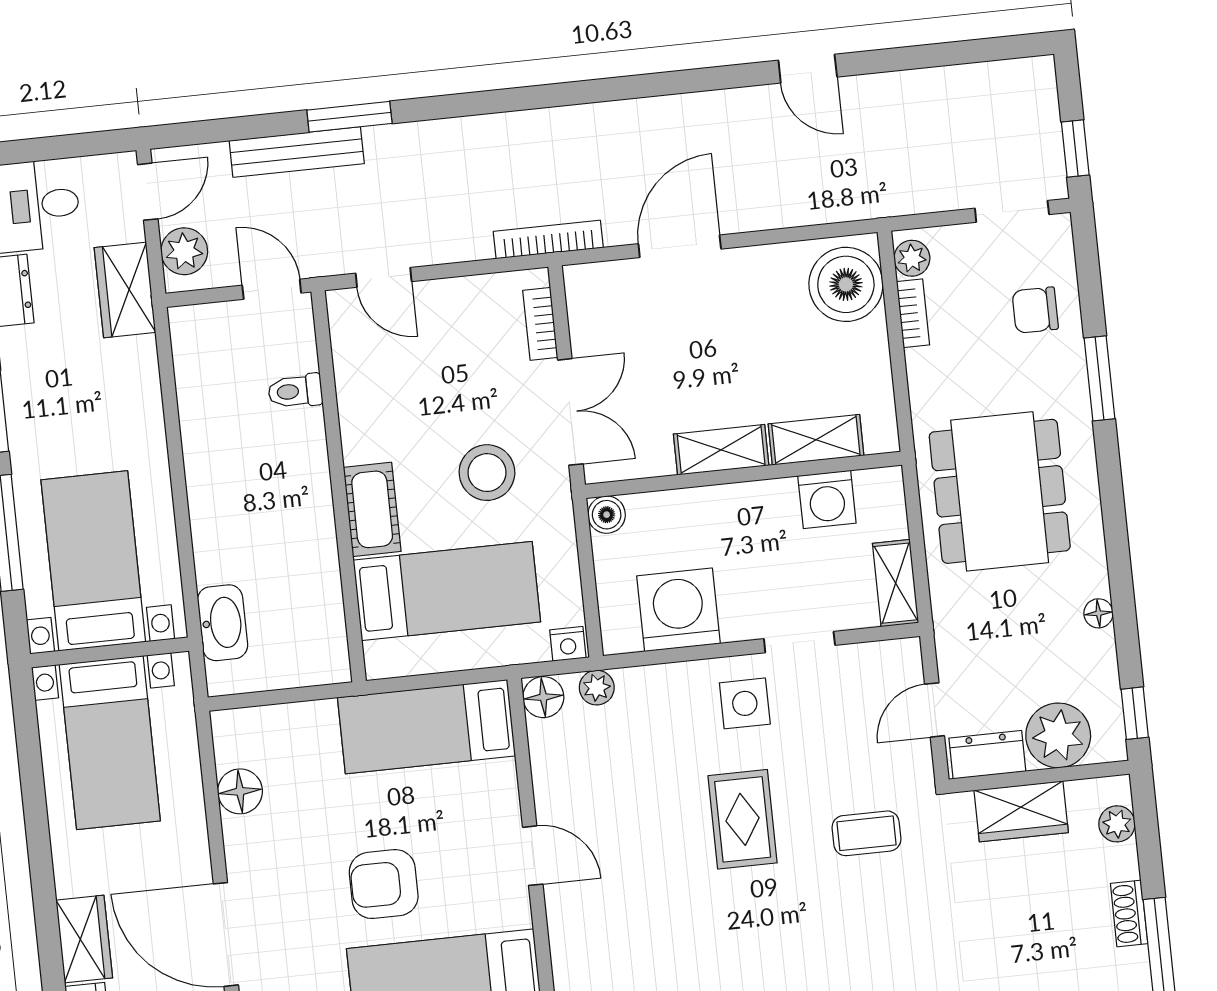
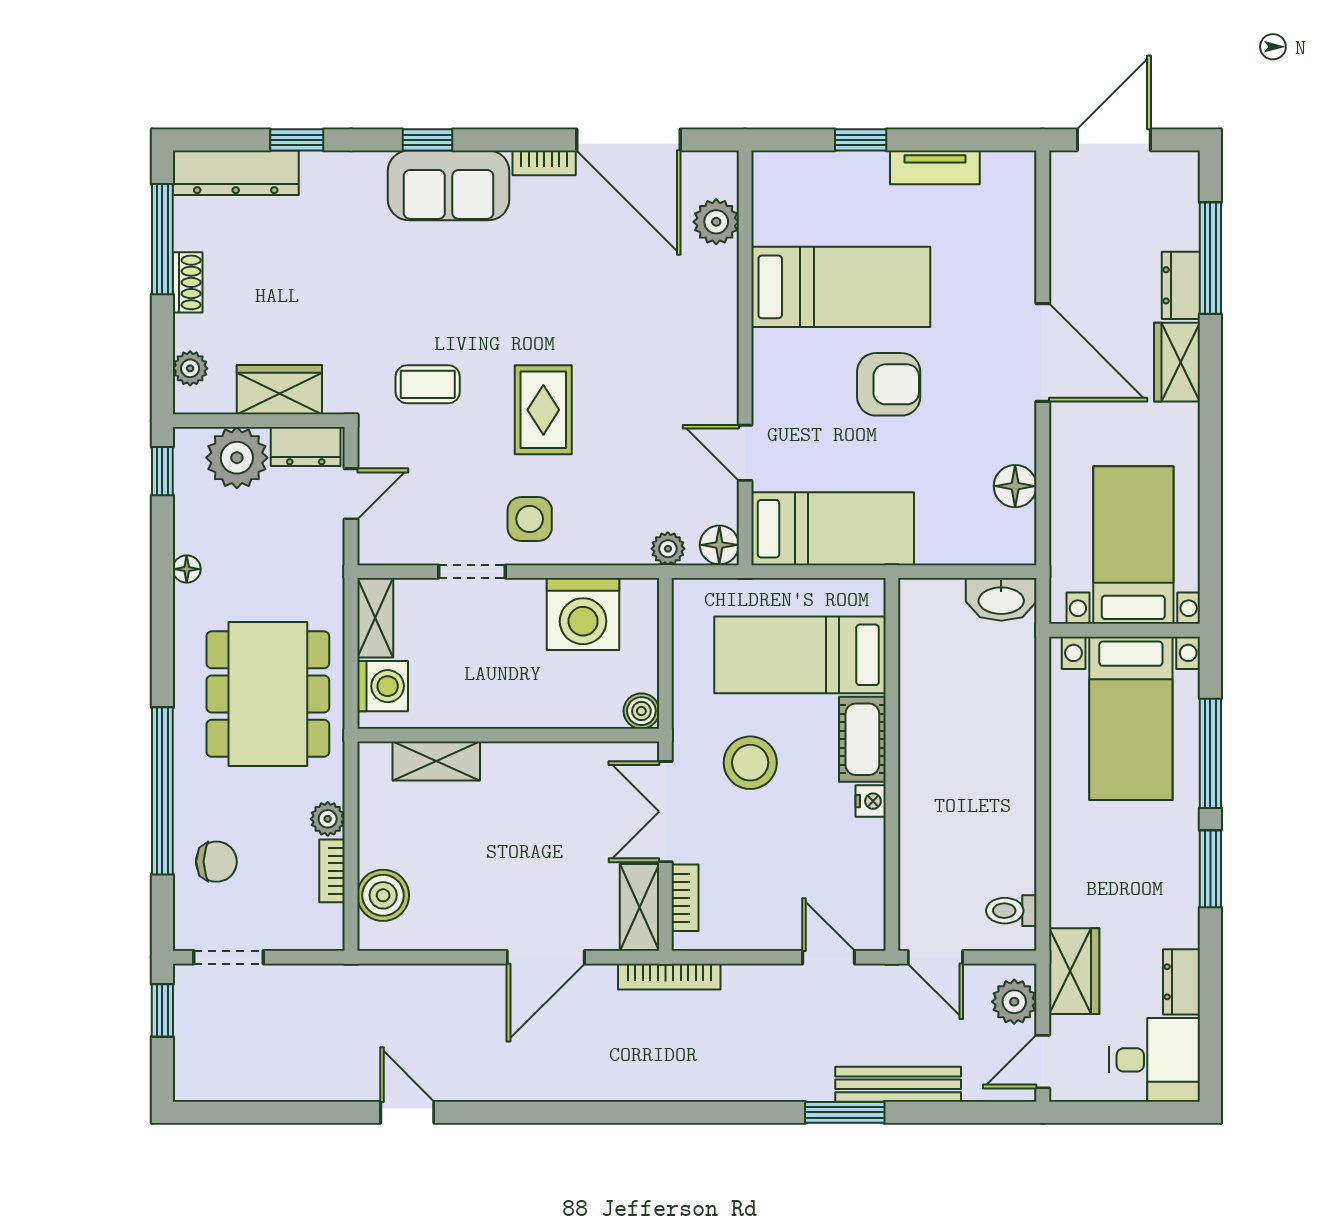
plant: (912, 258) -> (328, 819), moved
boiler: (846, 284) -> (383, 895), width x0.73, depth x0.73
window: (1099, 378) -> (162, 791), width x2.11
toilet: (295, 391) -> (1011, 911), moved, turned 180
shelving: (721, 450) -> (640, 907), moved, turned 90
washing machine: (827, 499) -> (383, 686), moved, turned 90
washbasin: (223, 623) -> (1001, 599), moved, turned -90
nightstand: (568, 644) -> (871, 801), moved, turned 90
door: (533, 856) -> (745, 453), moved

